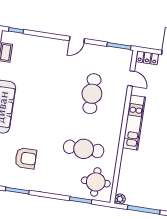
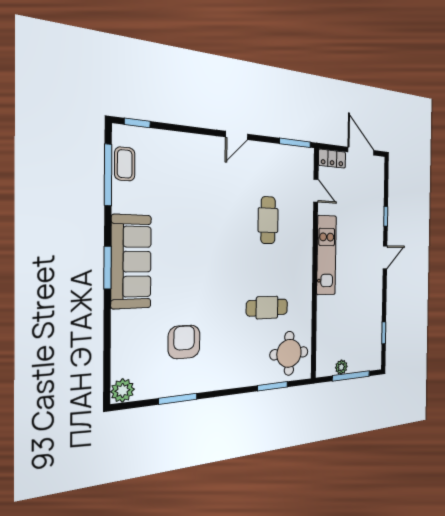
cafe table: (92, 94) -> (268, 220), width x0.73, depth x0.74
cafe table: (84, 149) -> (267, 308), width x0.73, depth x0.74
armchair: (26, 158) -> (184, 342), turned -90
plant: (120, 199) -> (341, 367), moved

